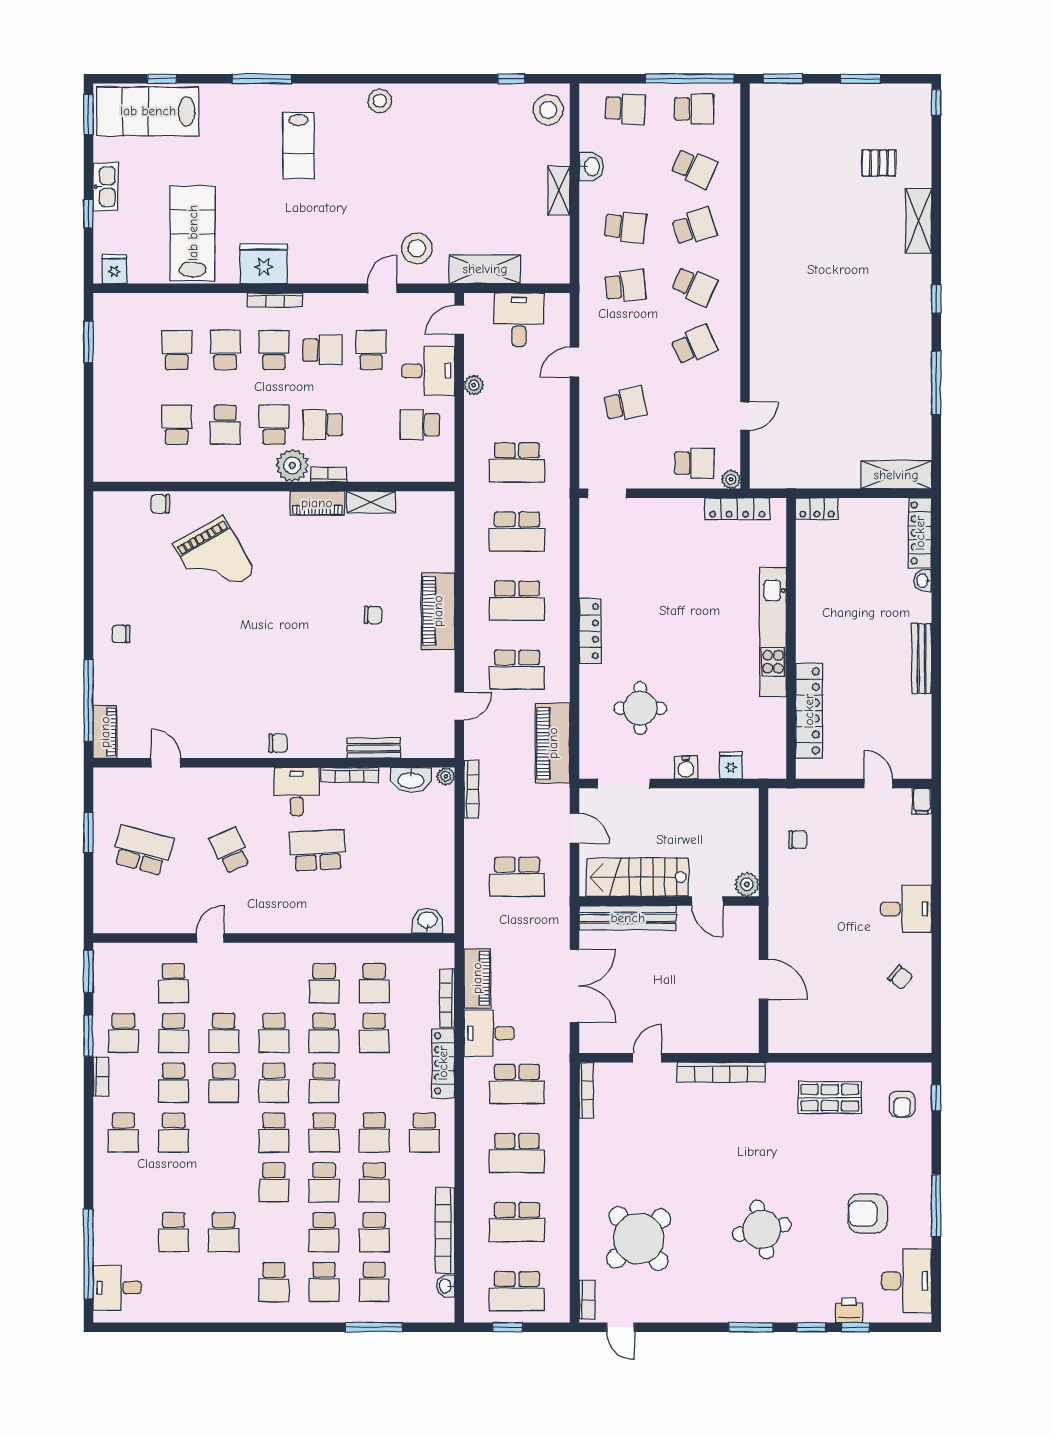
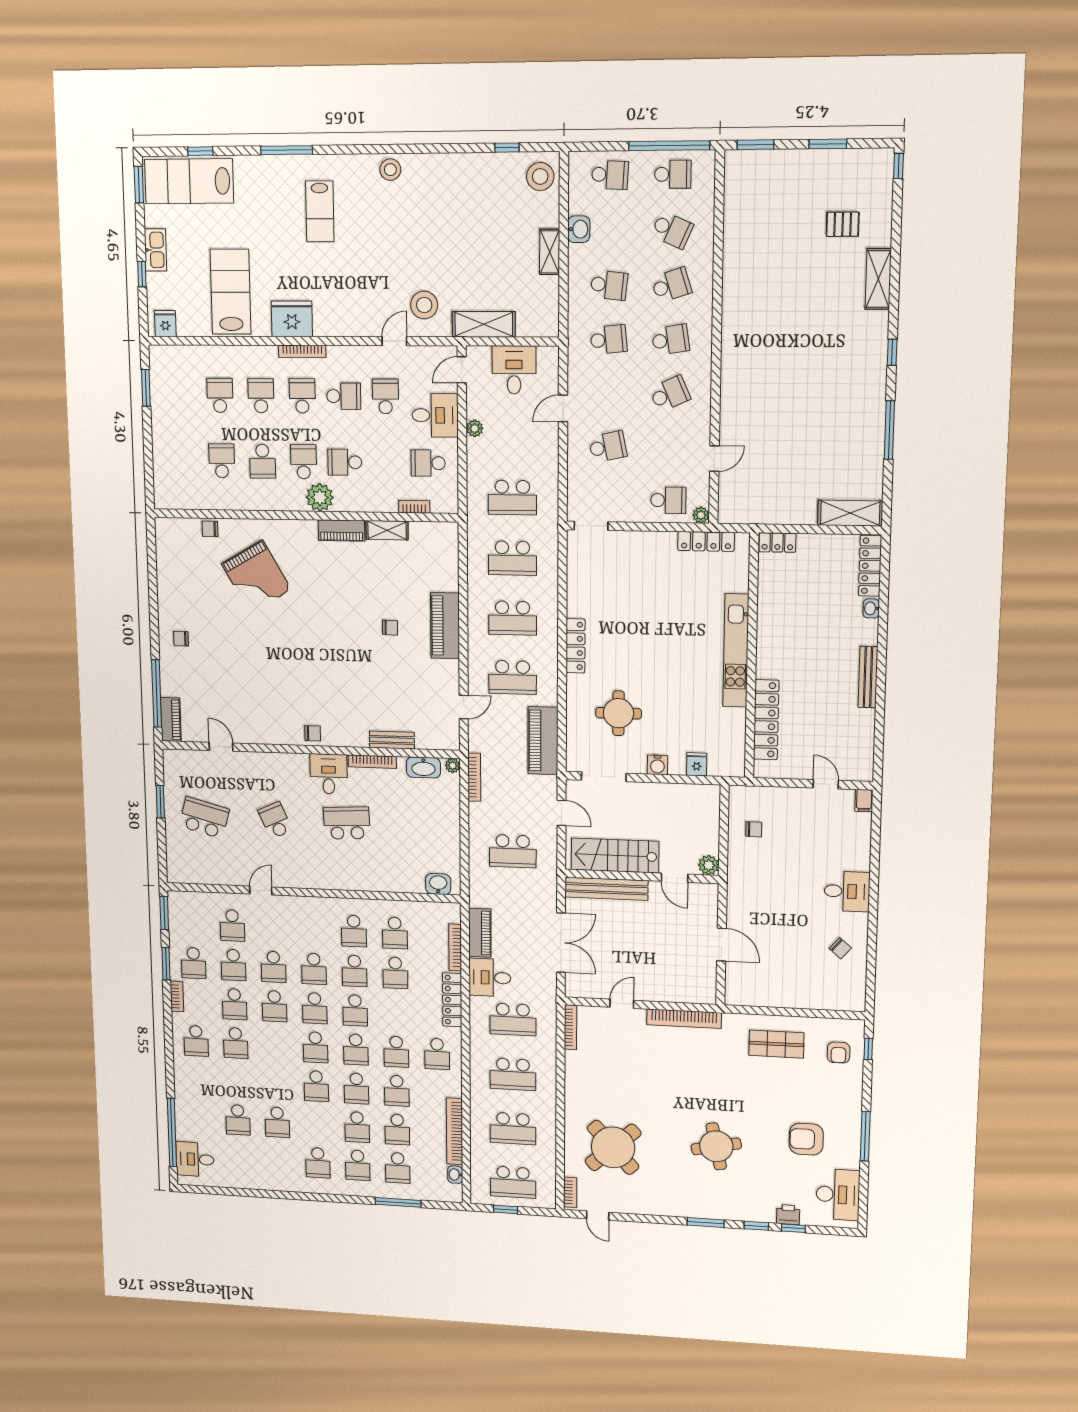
school desk: (694, 286) -> (671, 340), turned -33
bookcase: (328, 475) -> (414, 507), moved

